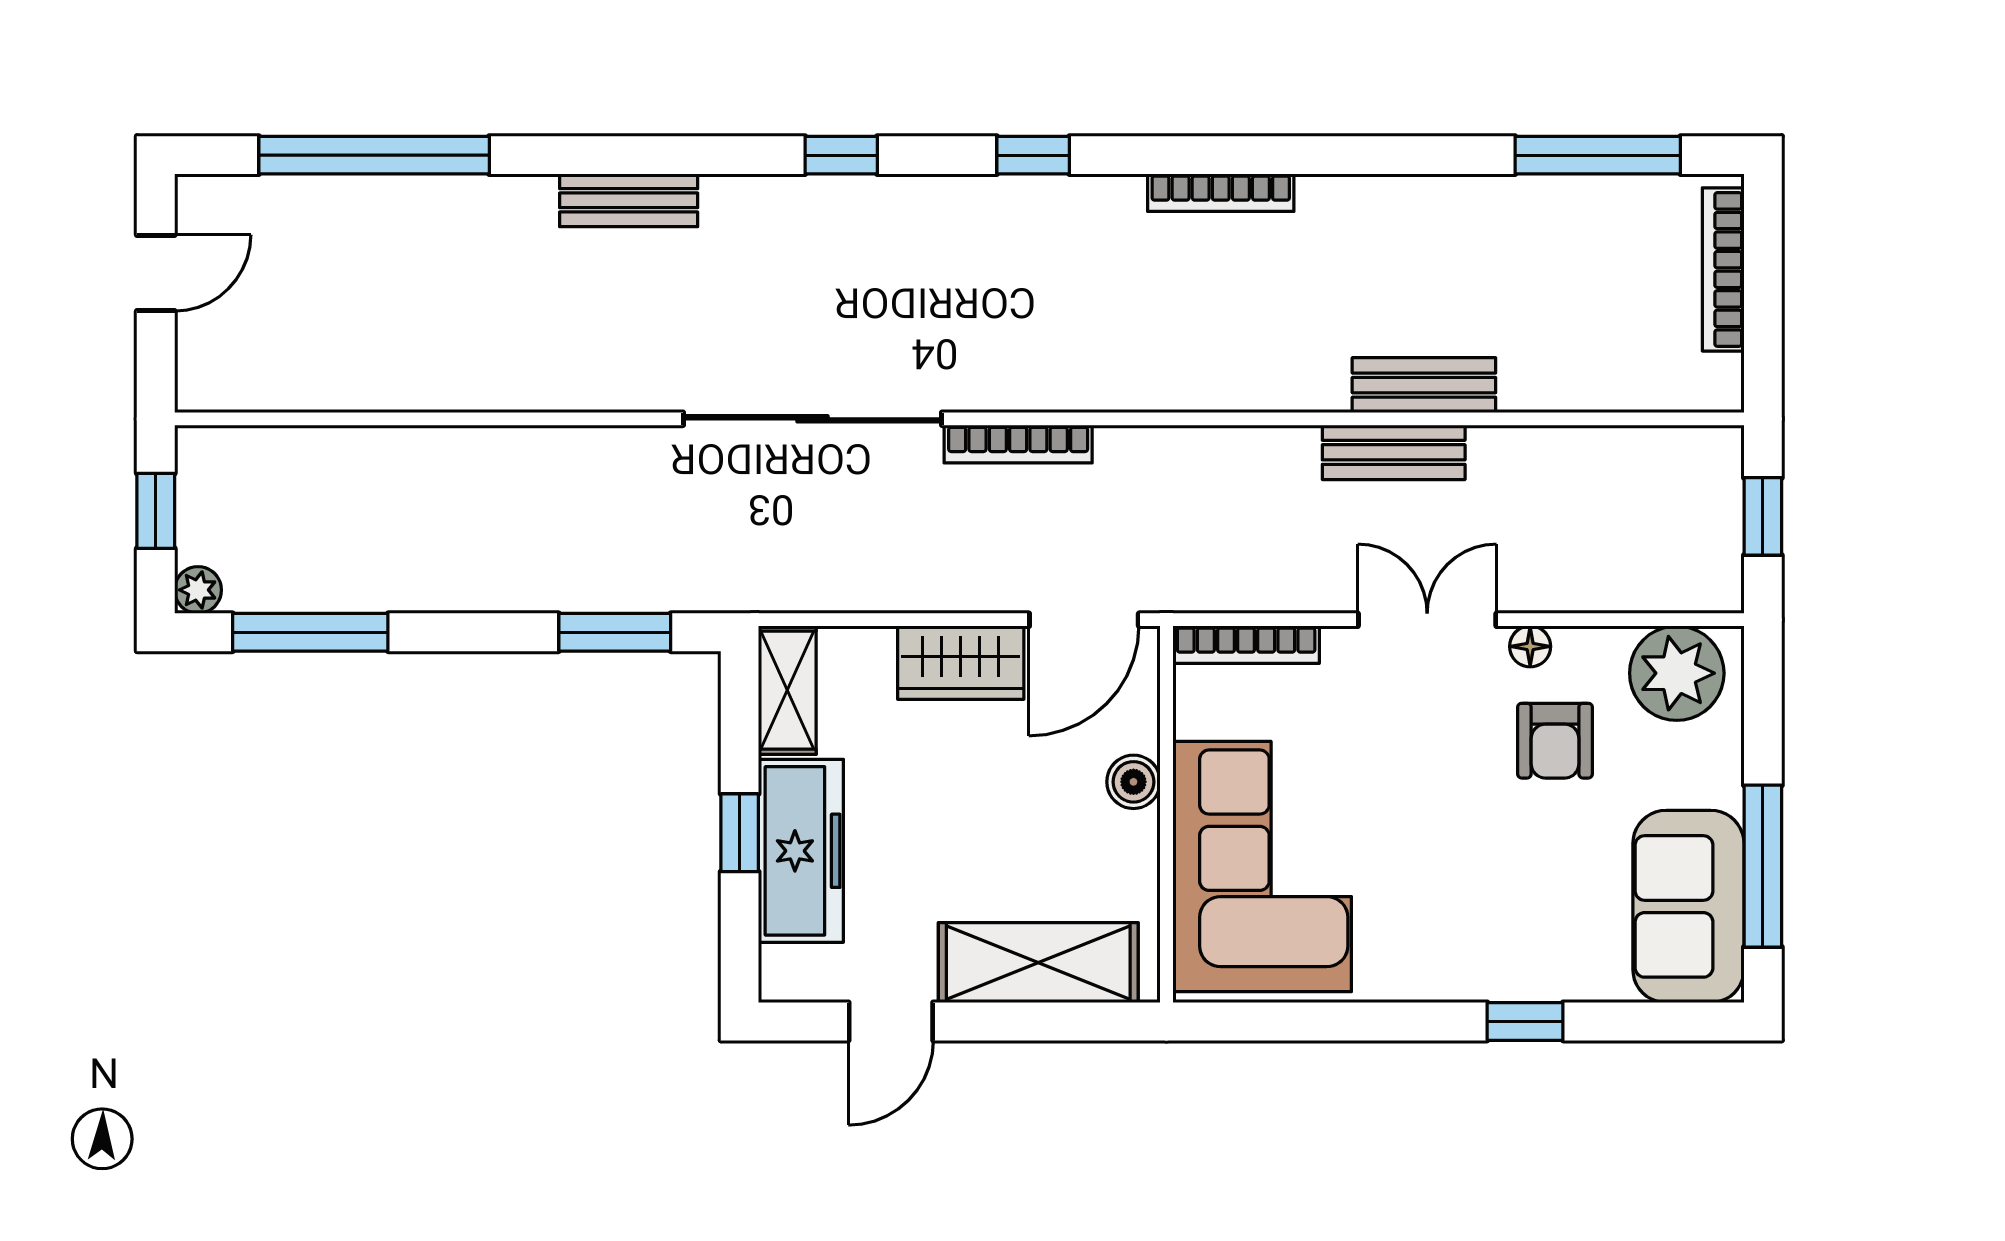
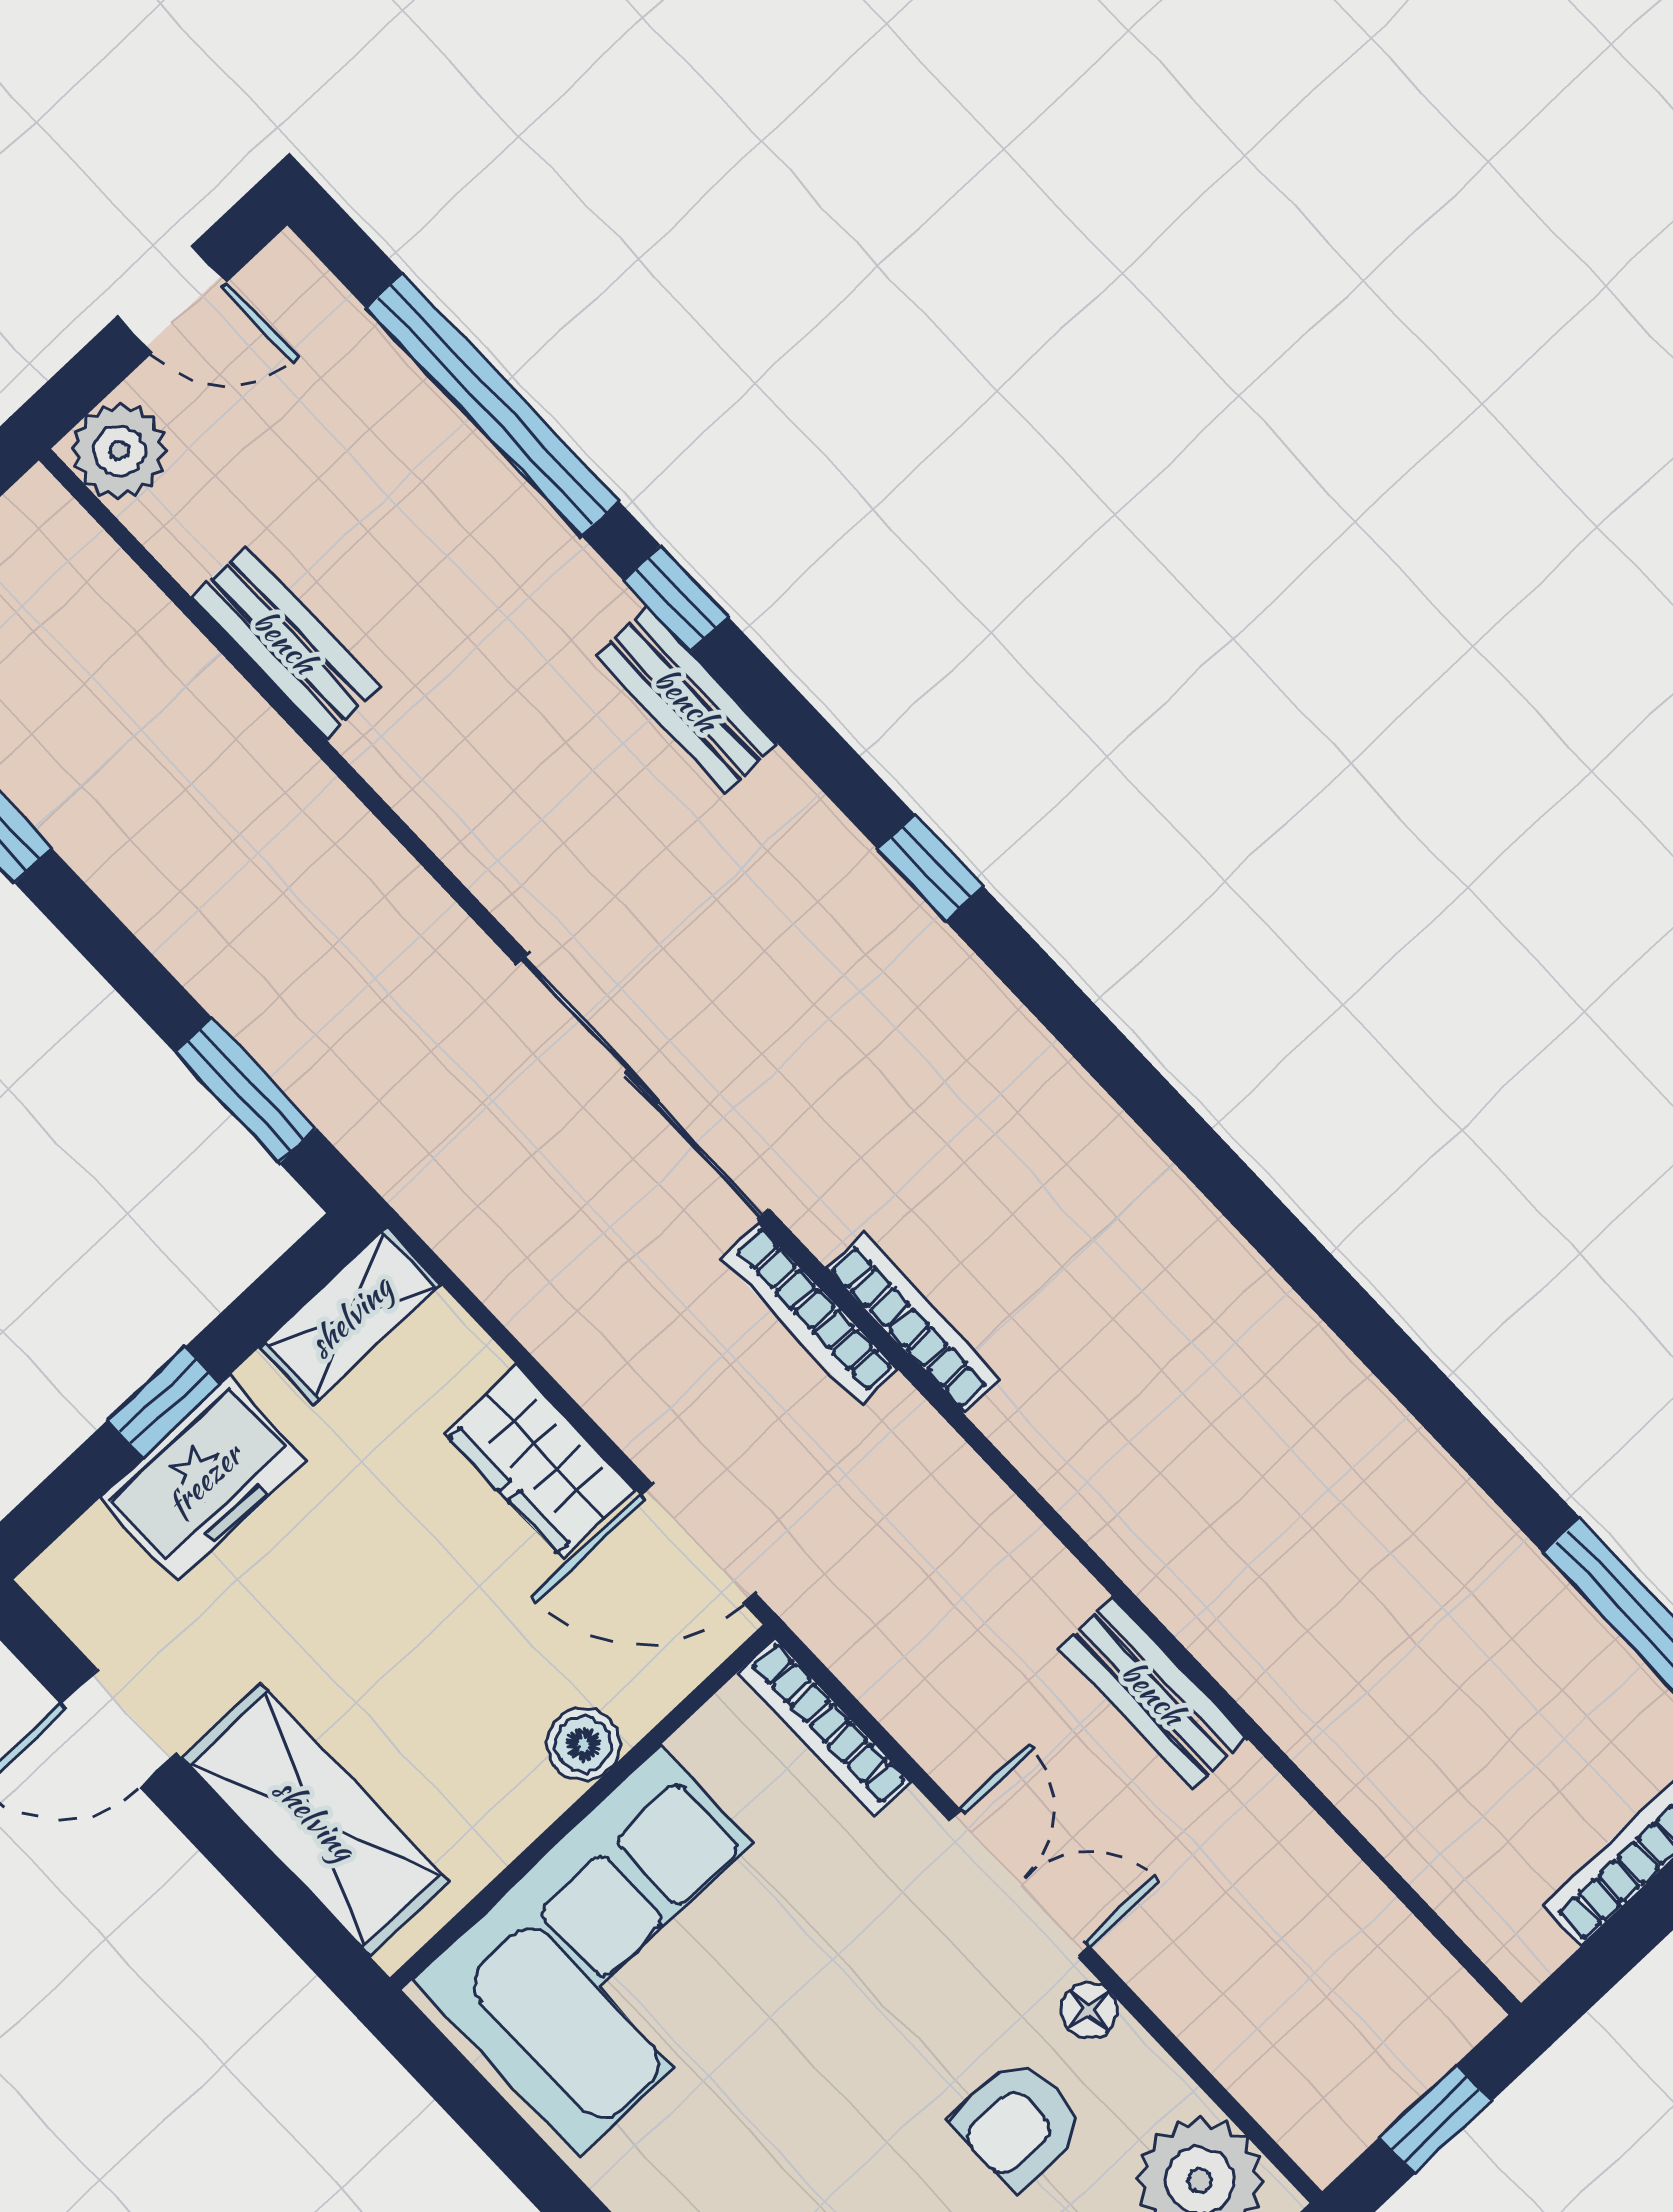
window: (1033, 155) -> (676, 599), moved
bookcase: (1221, 193) -> (913, 1323), moved, turned 180
plant: (210, 377) -> (119, 450), added
bench: (1424, 385) -> (285, 642), moved
freezer: (801, 851) -> (204, 1480), width x0.71

